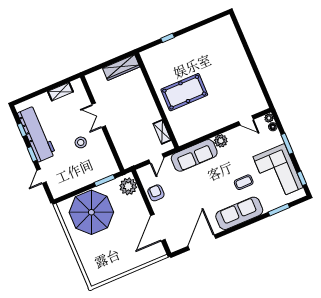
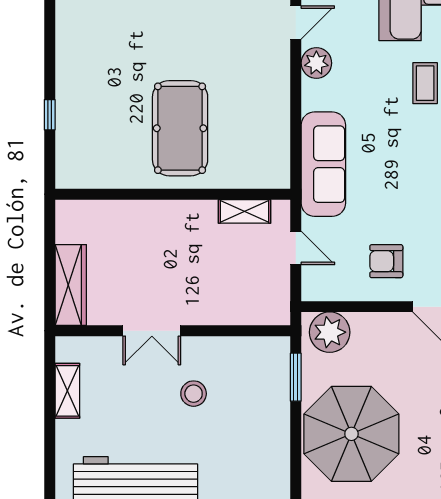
wardrobe: (121, 67) -> (71, 285), moved
plant: (221, 141) -> (316, 63), moved
armchair: (156, 193) -> (386, 261), moved

